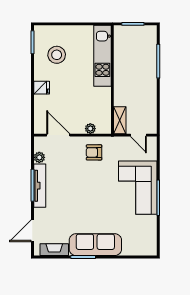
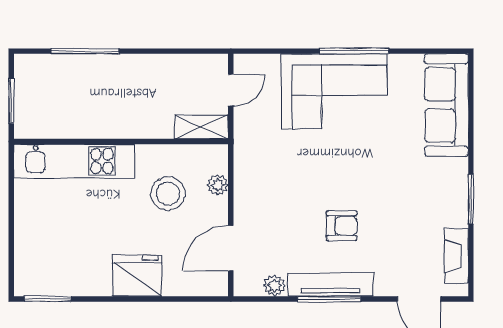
stool: (57, 55) -> (168, 194), moved
fridge: (42, 88) -> (137, 276), width x1.88, depth x1.34
armchair: (94, 152) -> (342, 226), moved, turned -90
sofa: (95, 245) -> (447, 105), moved

